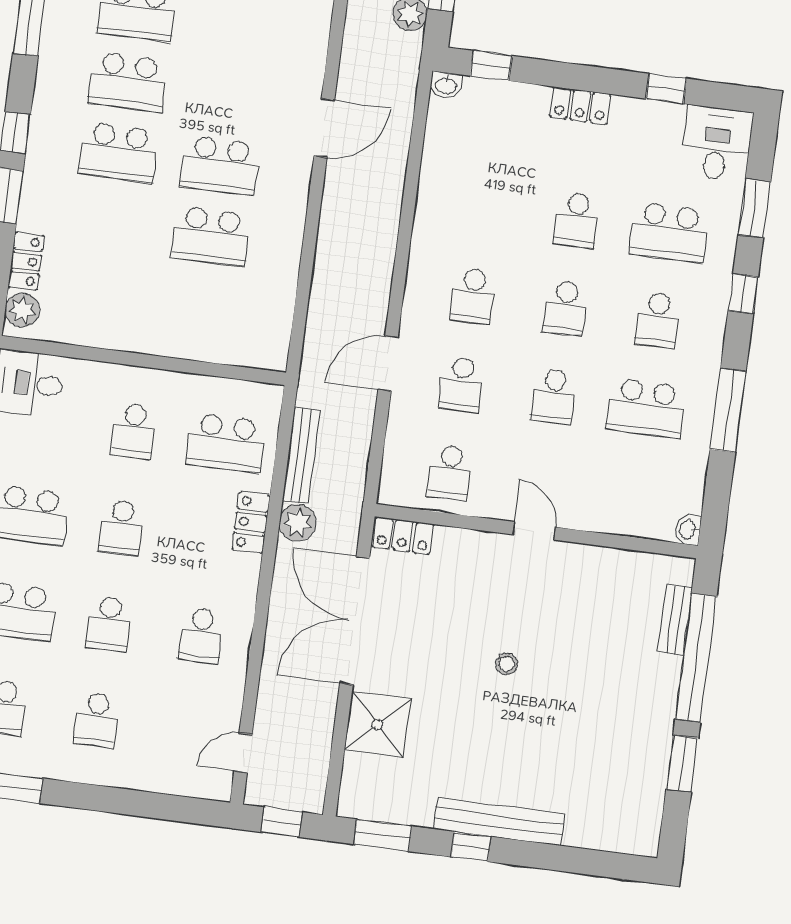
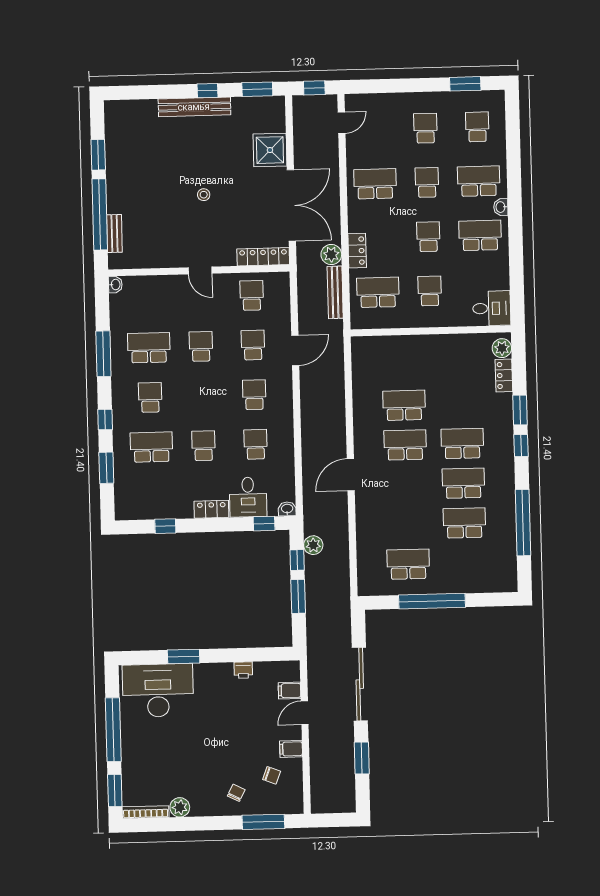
desk: (717, 144) -> (248, 497), moved
school desk: (565, 308) -> (256, 444), moved
locker: (403, 536) -> (263, 257), width x1.53
school desk: (201, 636) -> (375, 184), width x1.85

